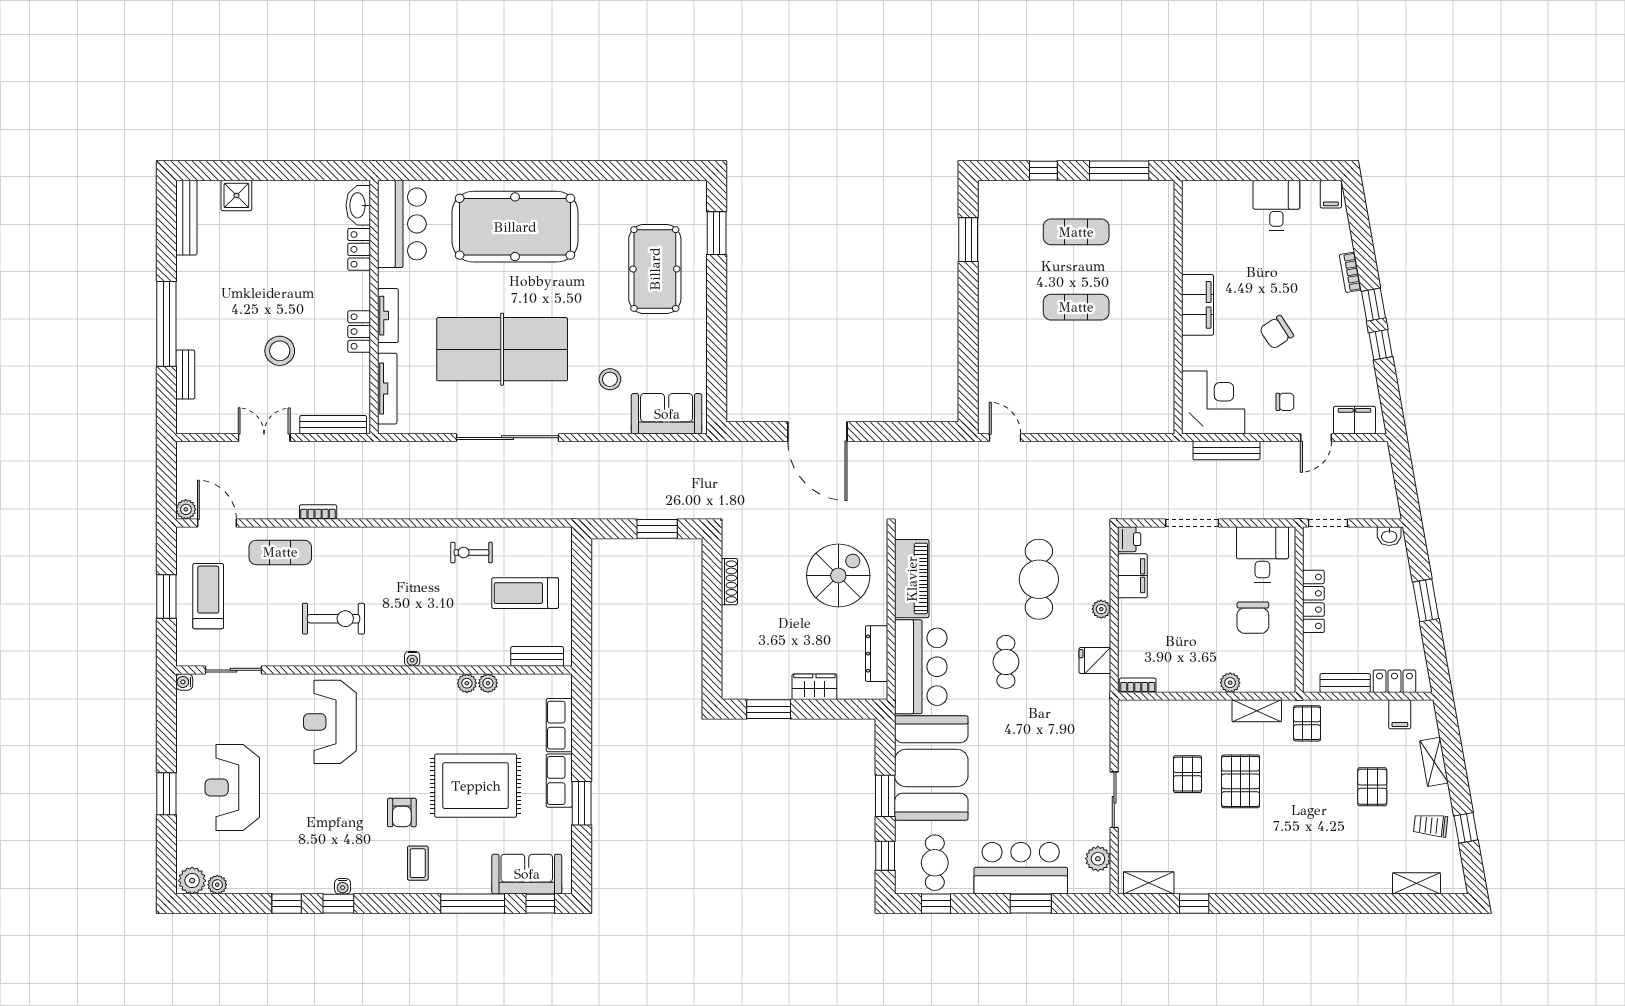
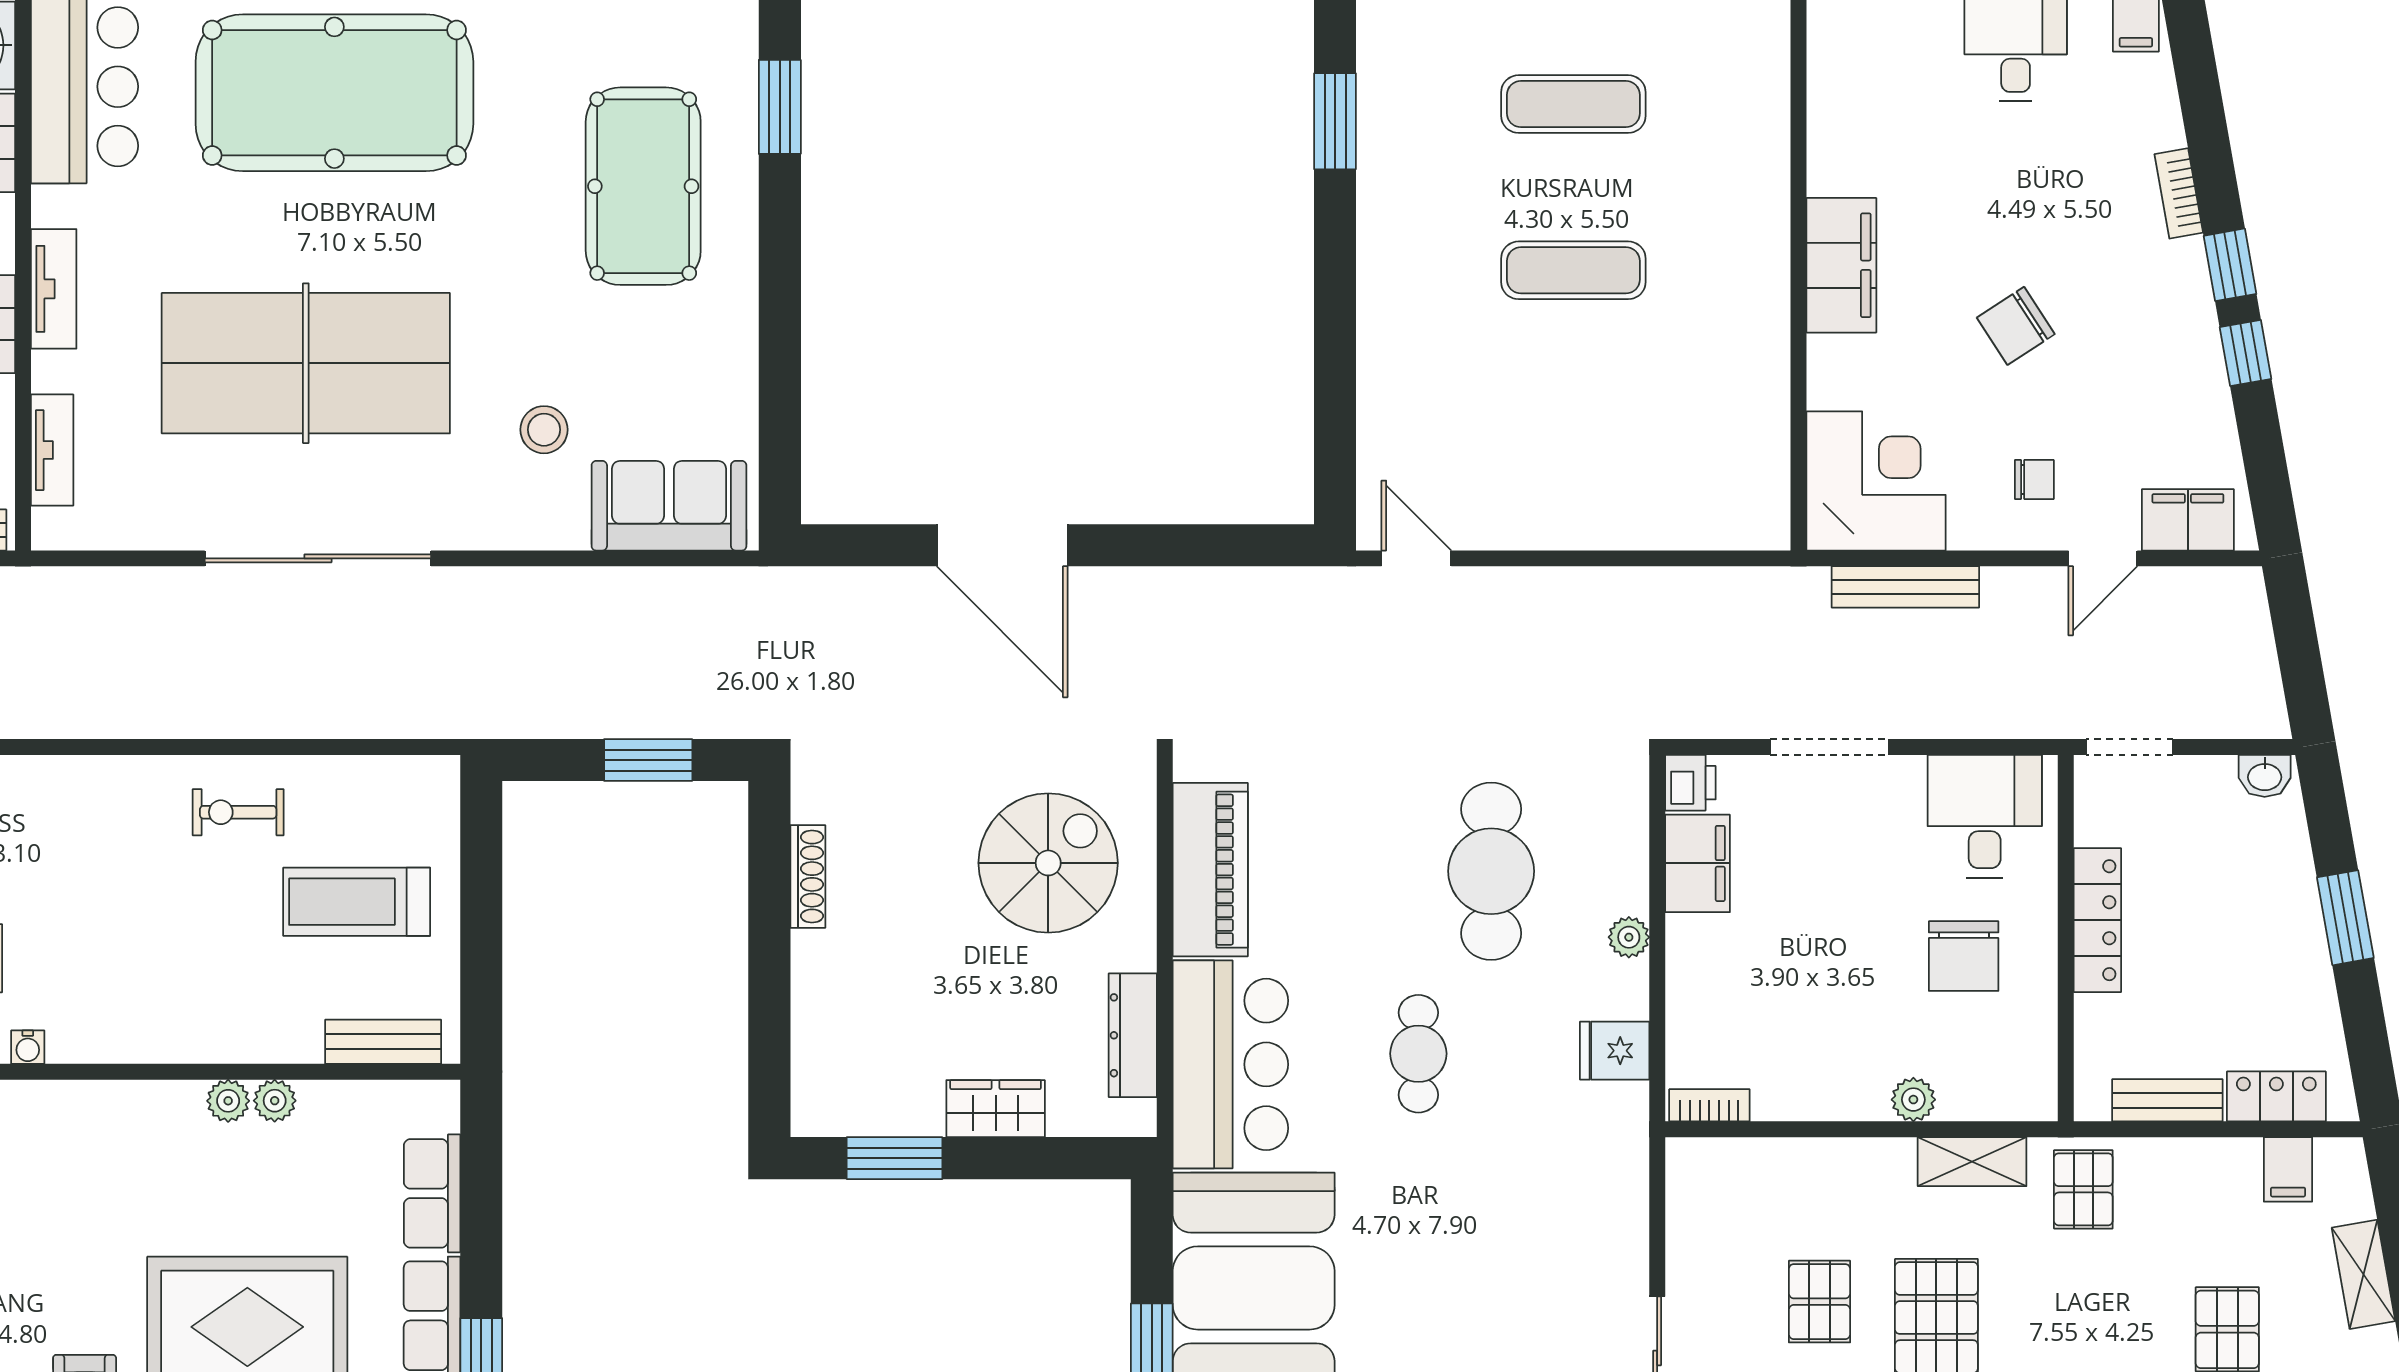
tv unit: (387, 389) -> (52, 450), width x0.71
water cooler: (412, 659) -> (28, 1047), moved

